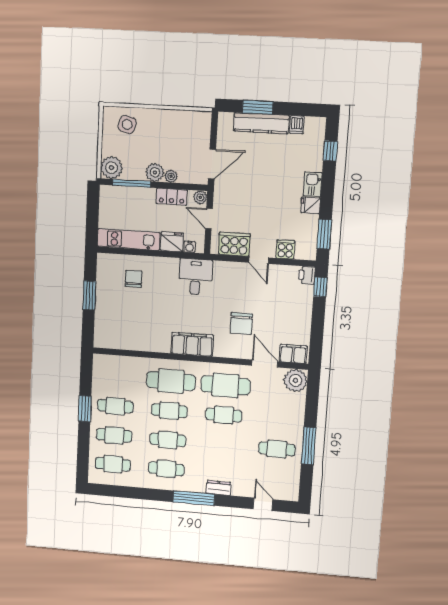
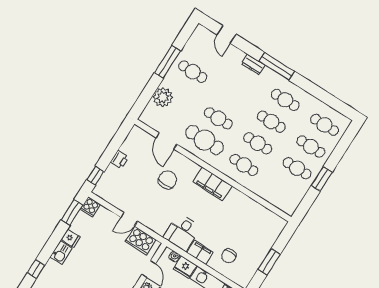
cooker: (285, 249) -> (90, 207), moved
door: (259, 260) -> (129, 219), swing flipped
printer: (307, 275) -> (119, 159), moved
filing cabinet: (293, 354) -> (200, 252), moved, turned 180
plant: (295, 380) -> (163, 97), moved
cafe table: (171, 381) -> (244, 165), width x0.73, depth x0.74

